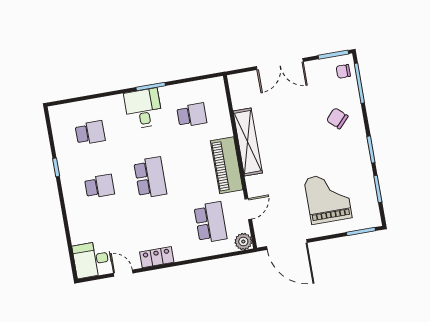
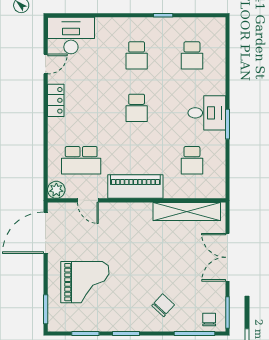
shelving: (248, 142) -> (187, 211), moved
school desk: (150, 177) -> (137, 108), width x0.54
desk: (92, 259) -> (71, 36), width x1.37

